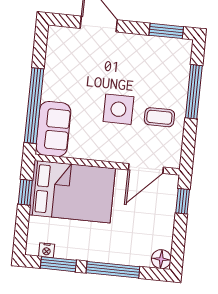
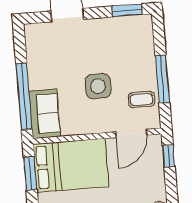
window: (194, 92) -> (162, 79), moved
coffee table: (159, 117) -> (141, 99), moved
window: (25, 192) -> (30, 173), width x1.50

